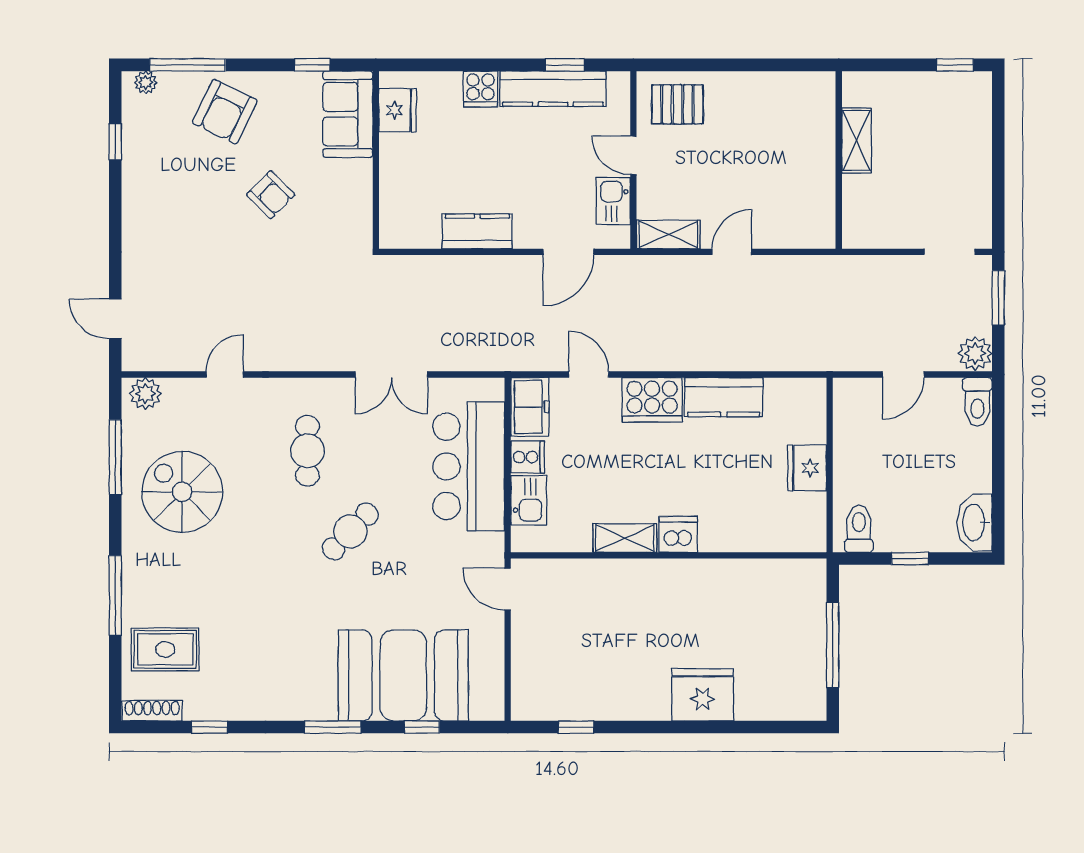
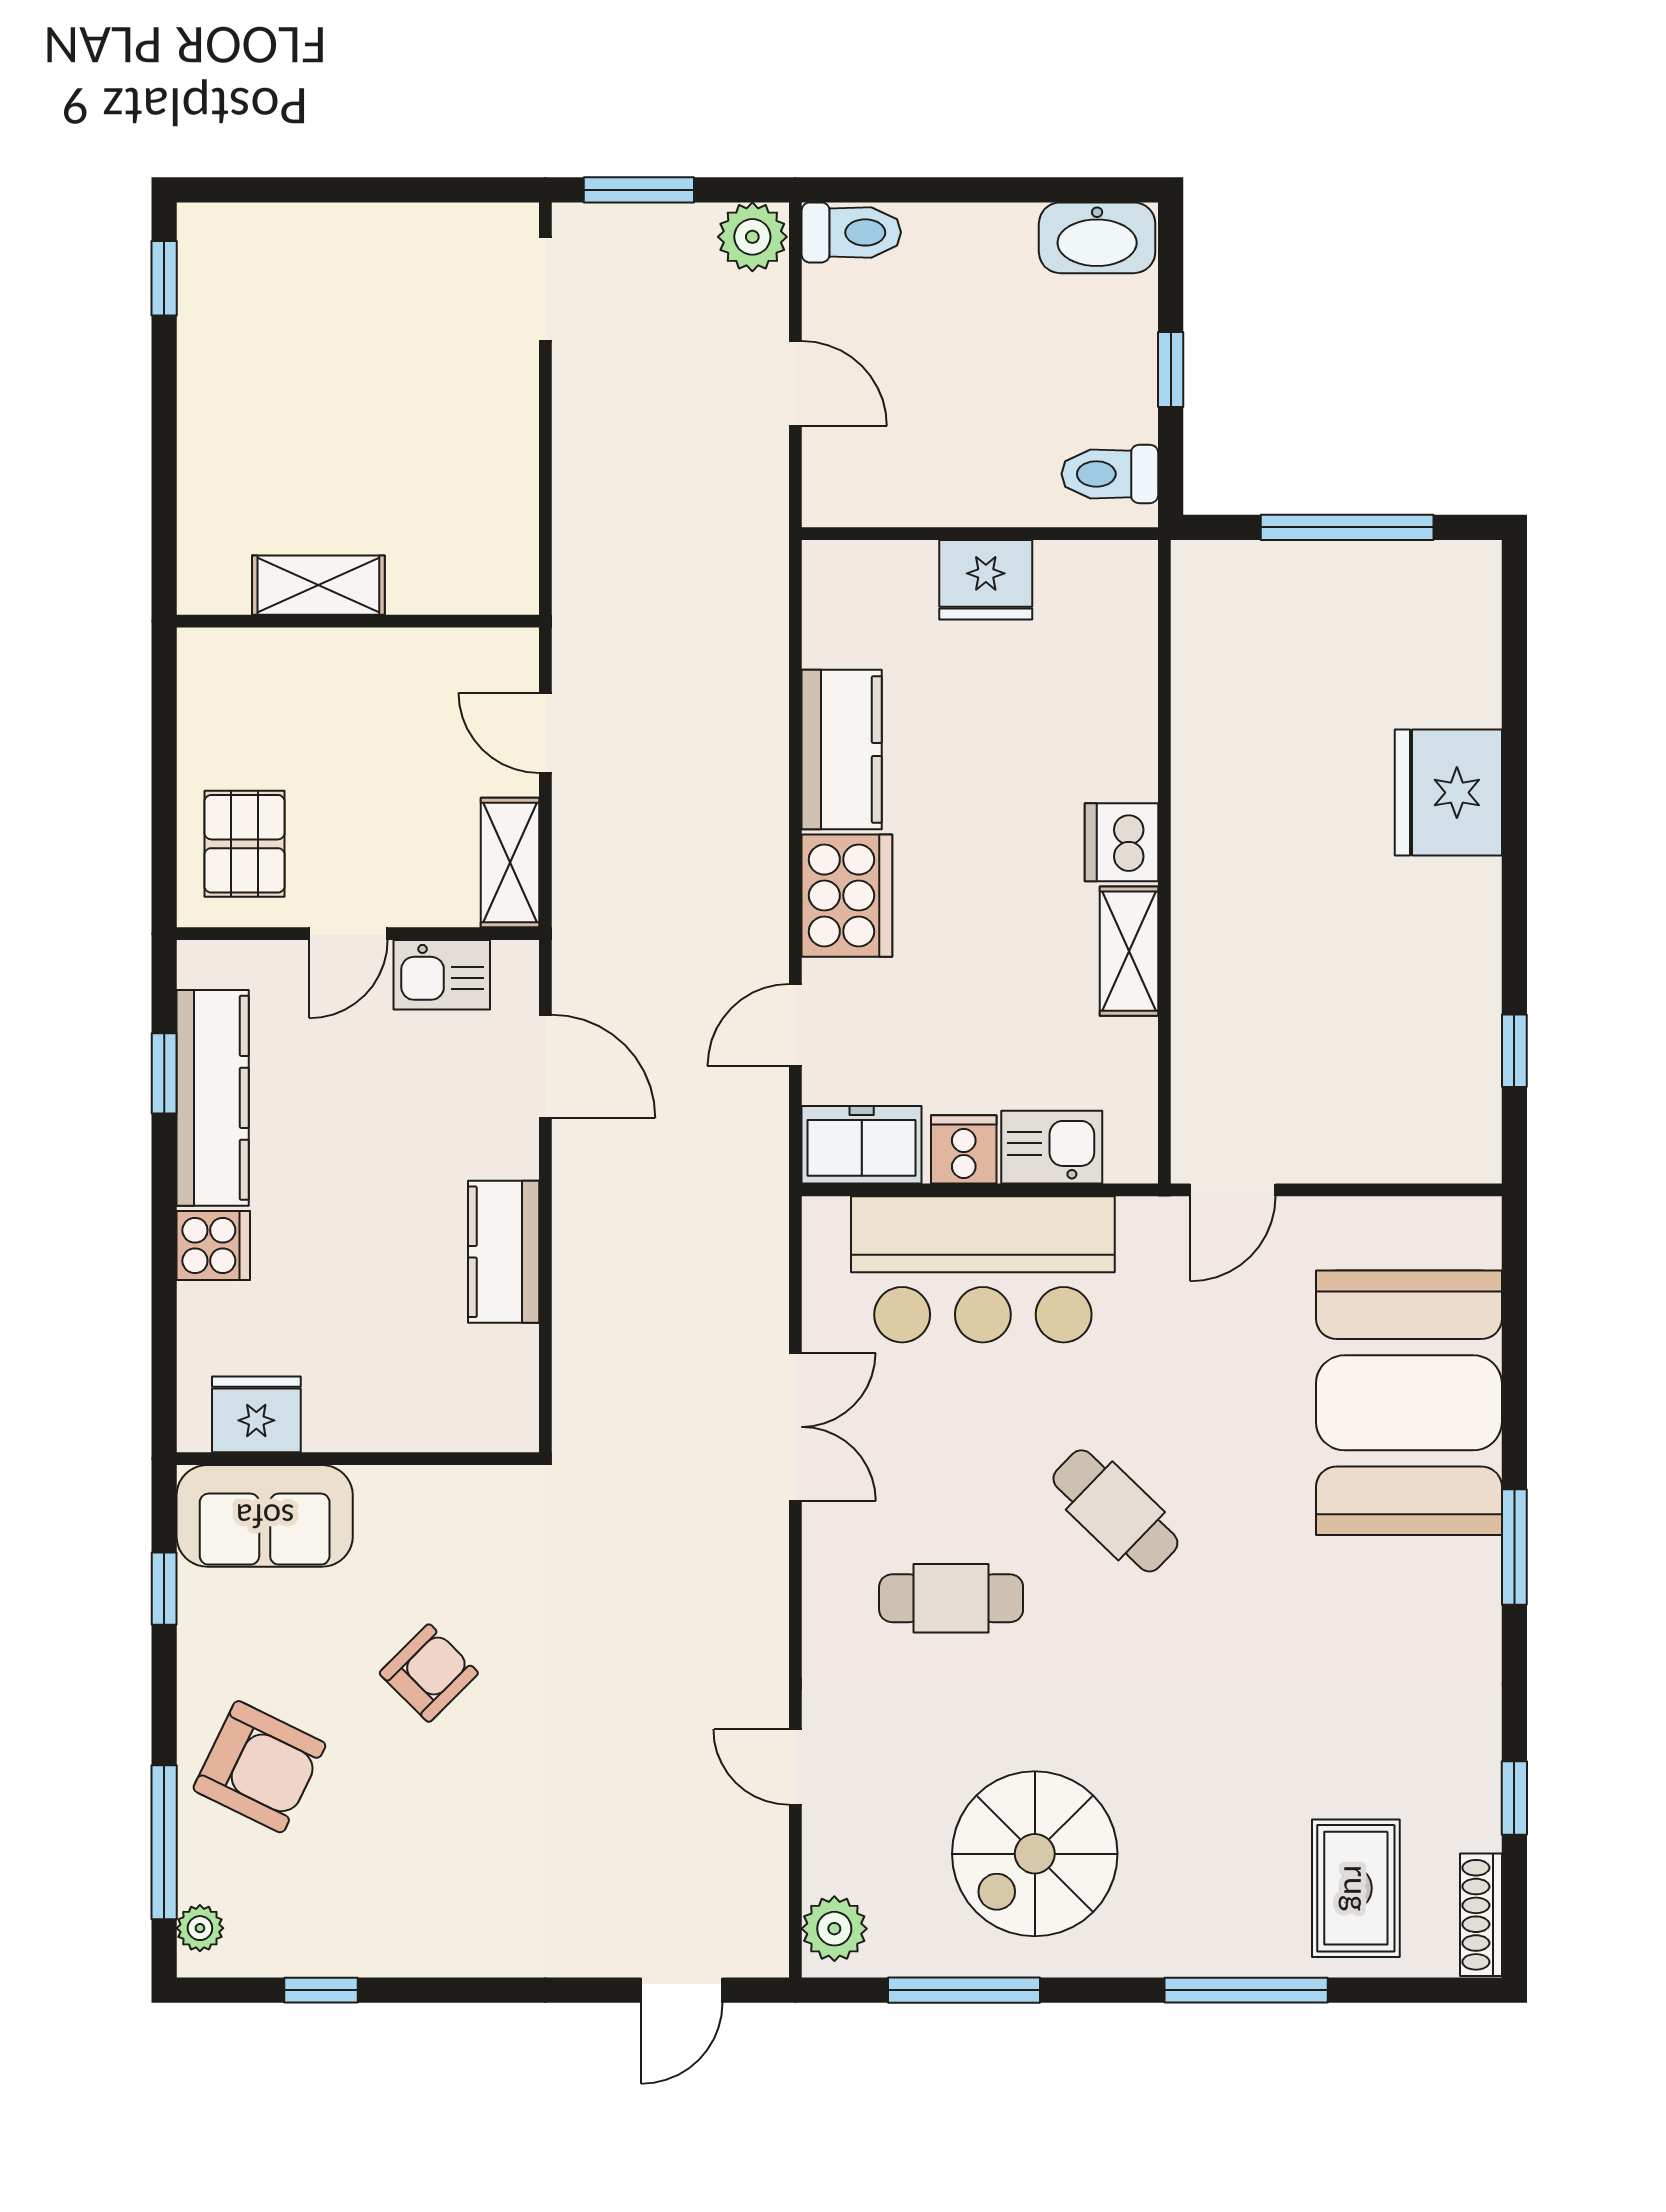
shelving: (856, 141) -> (318, 585), moved
wall: (839, 160) -> (358, 621), moved
window: (422, 727) -> (1514, 1365), removed

